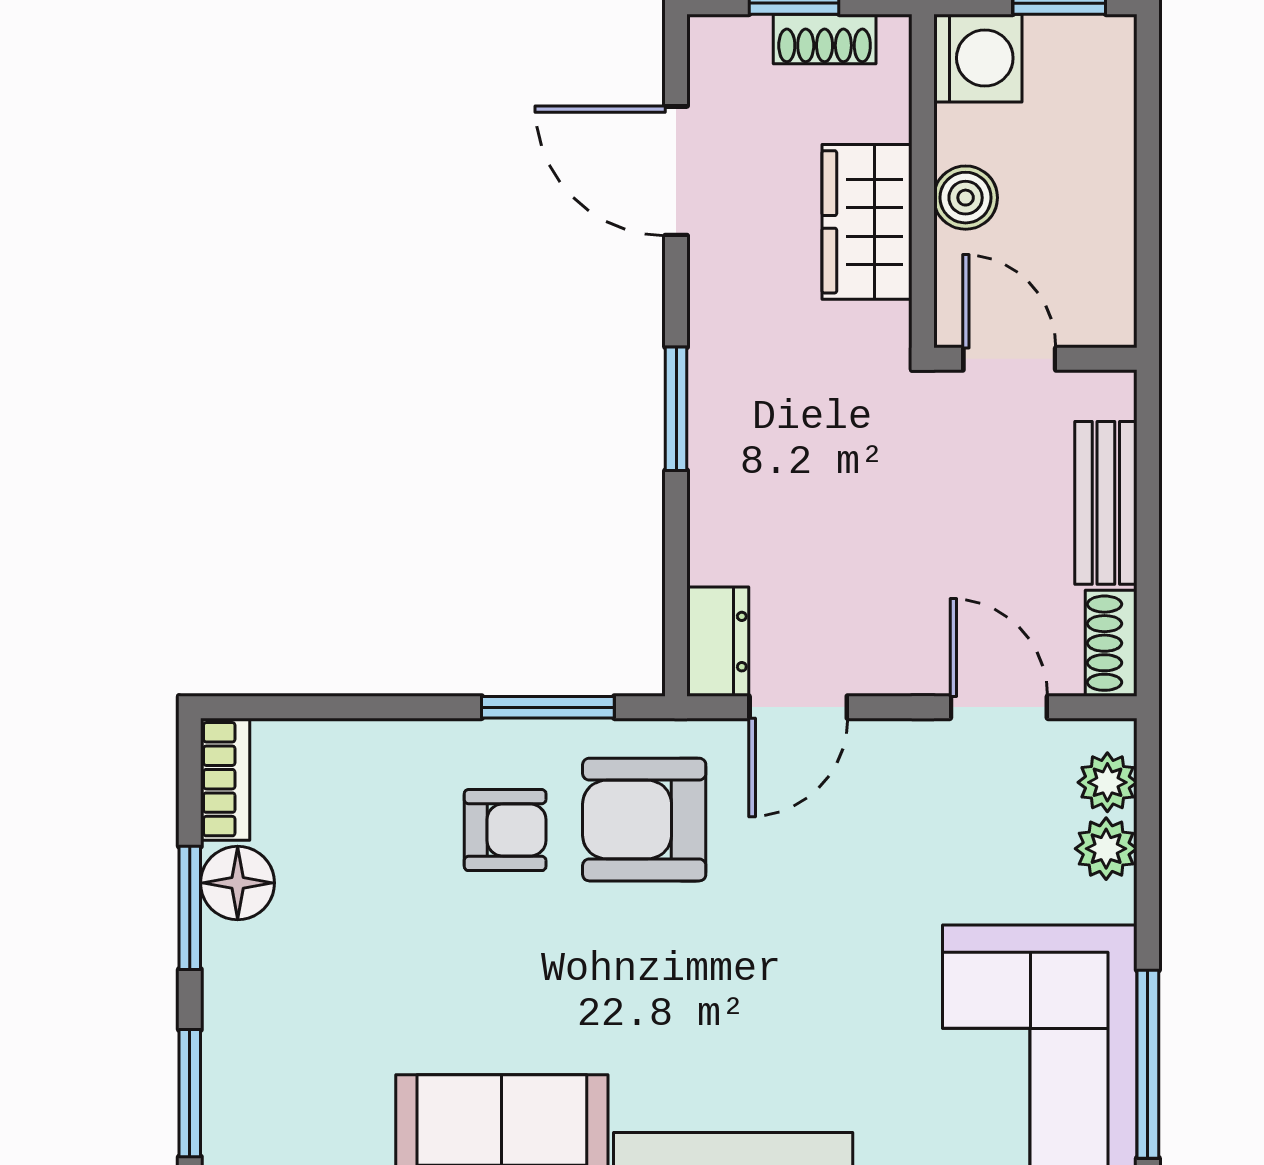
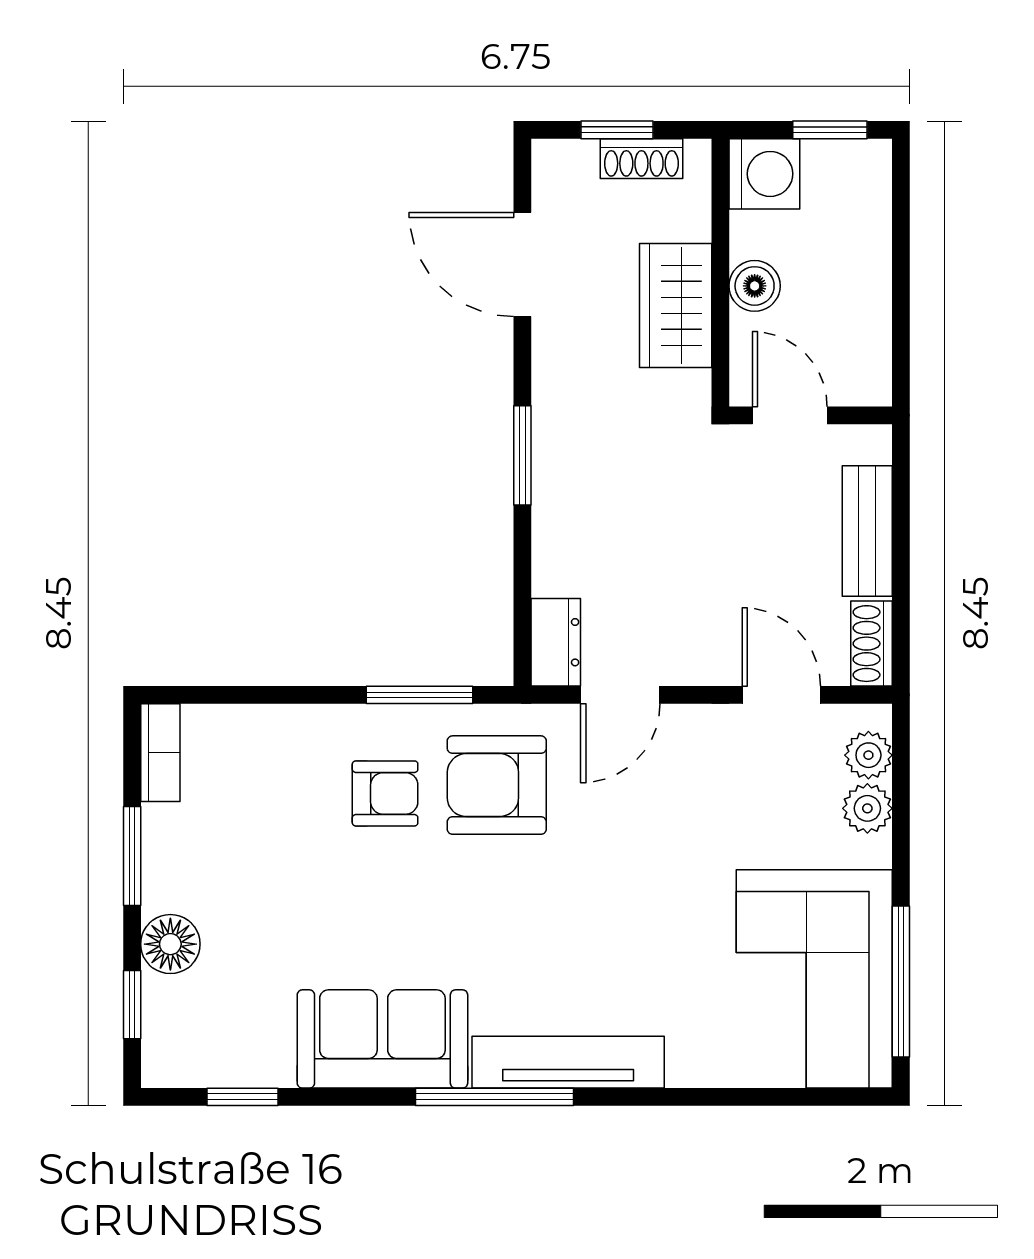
floor lamp: (238, 883) -> (170, 944), moved
window: (190, 1093) -> (132, 1005), width x0.67

